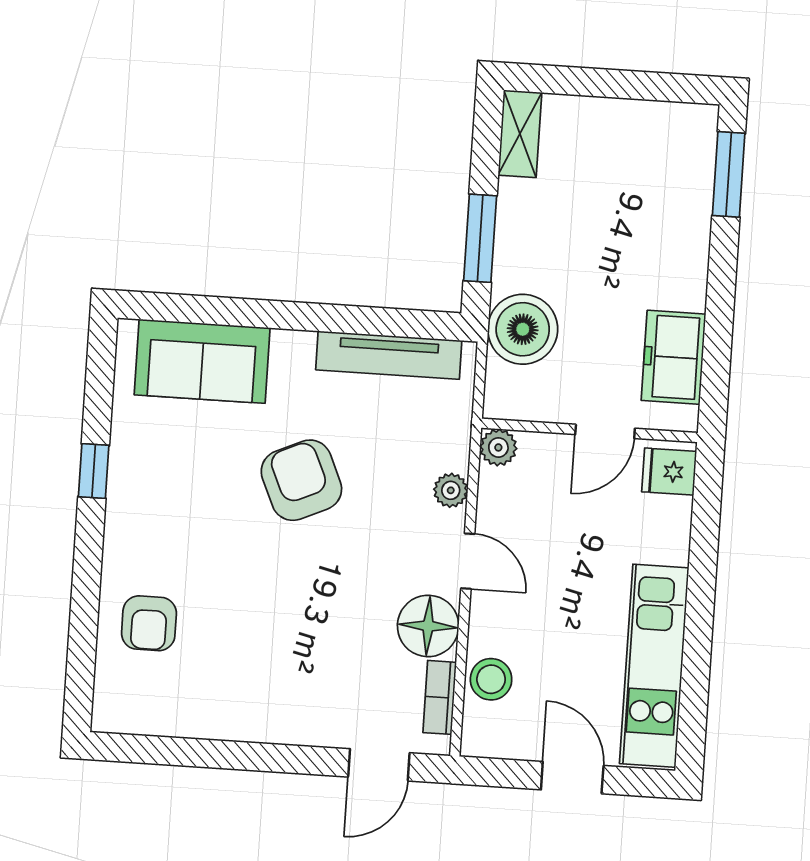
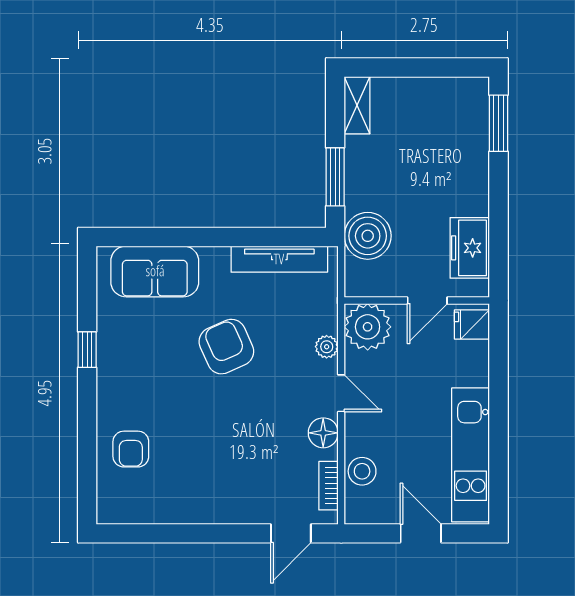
plant: (498, 447) -> (368, 327), width x1.88, depth x1.88
floor lamp: (428, 626) -> (323, 433), width x0.73, depth x0.73

